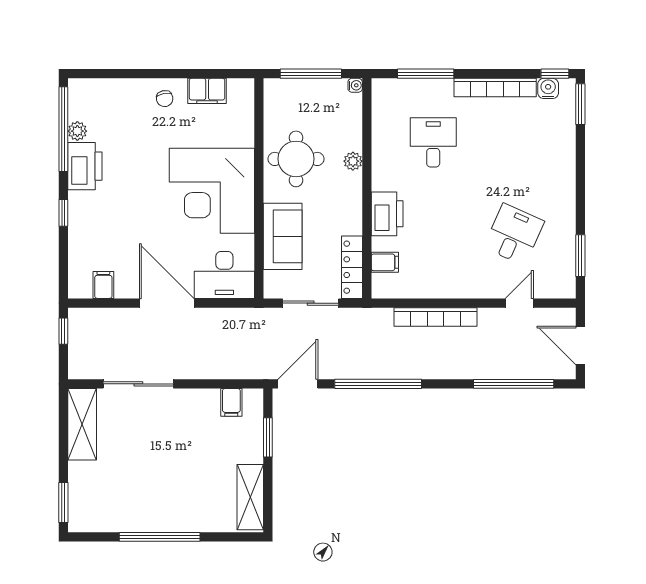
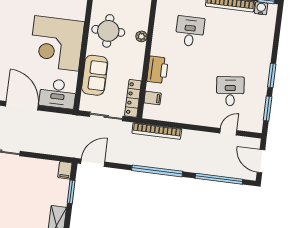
window: (580, 104) -> (272, 76), moved
desk: (514, 234) -> (230, 91), turned -30
bookcase: (435, 317) -> (157, 131), moved
window: (378, 384) -> (157, 171), moved
filing cabinet: (231, 402) -> (65, 170), moved

